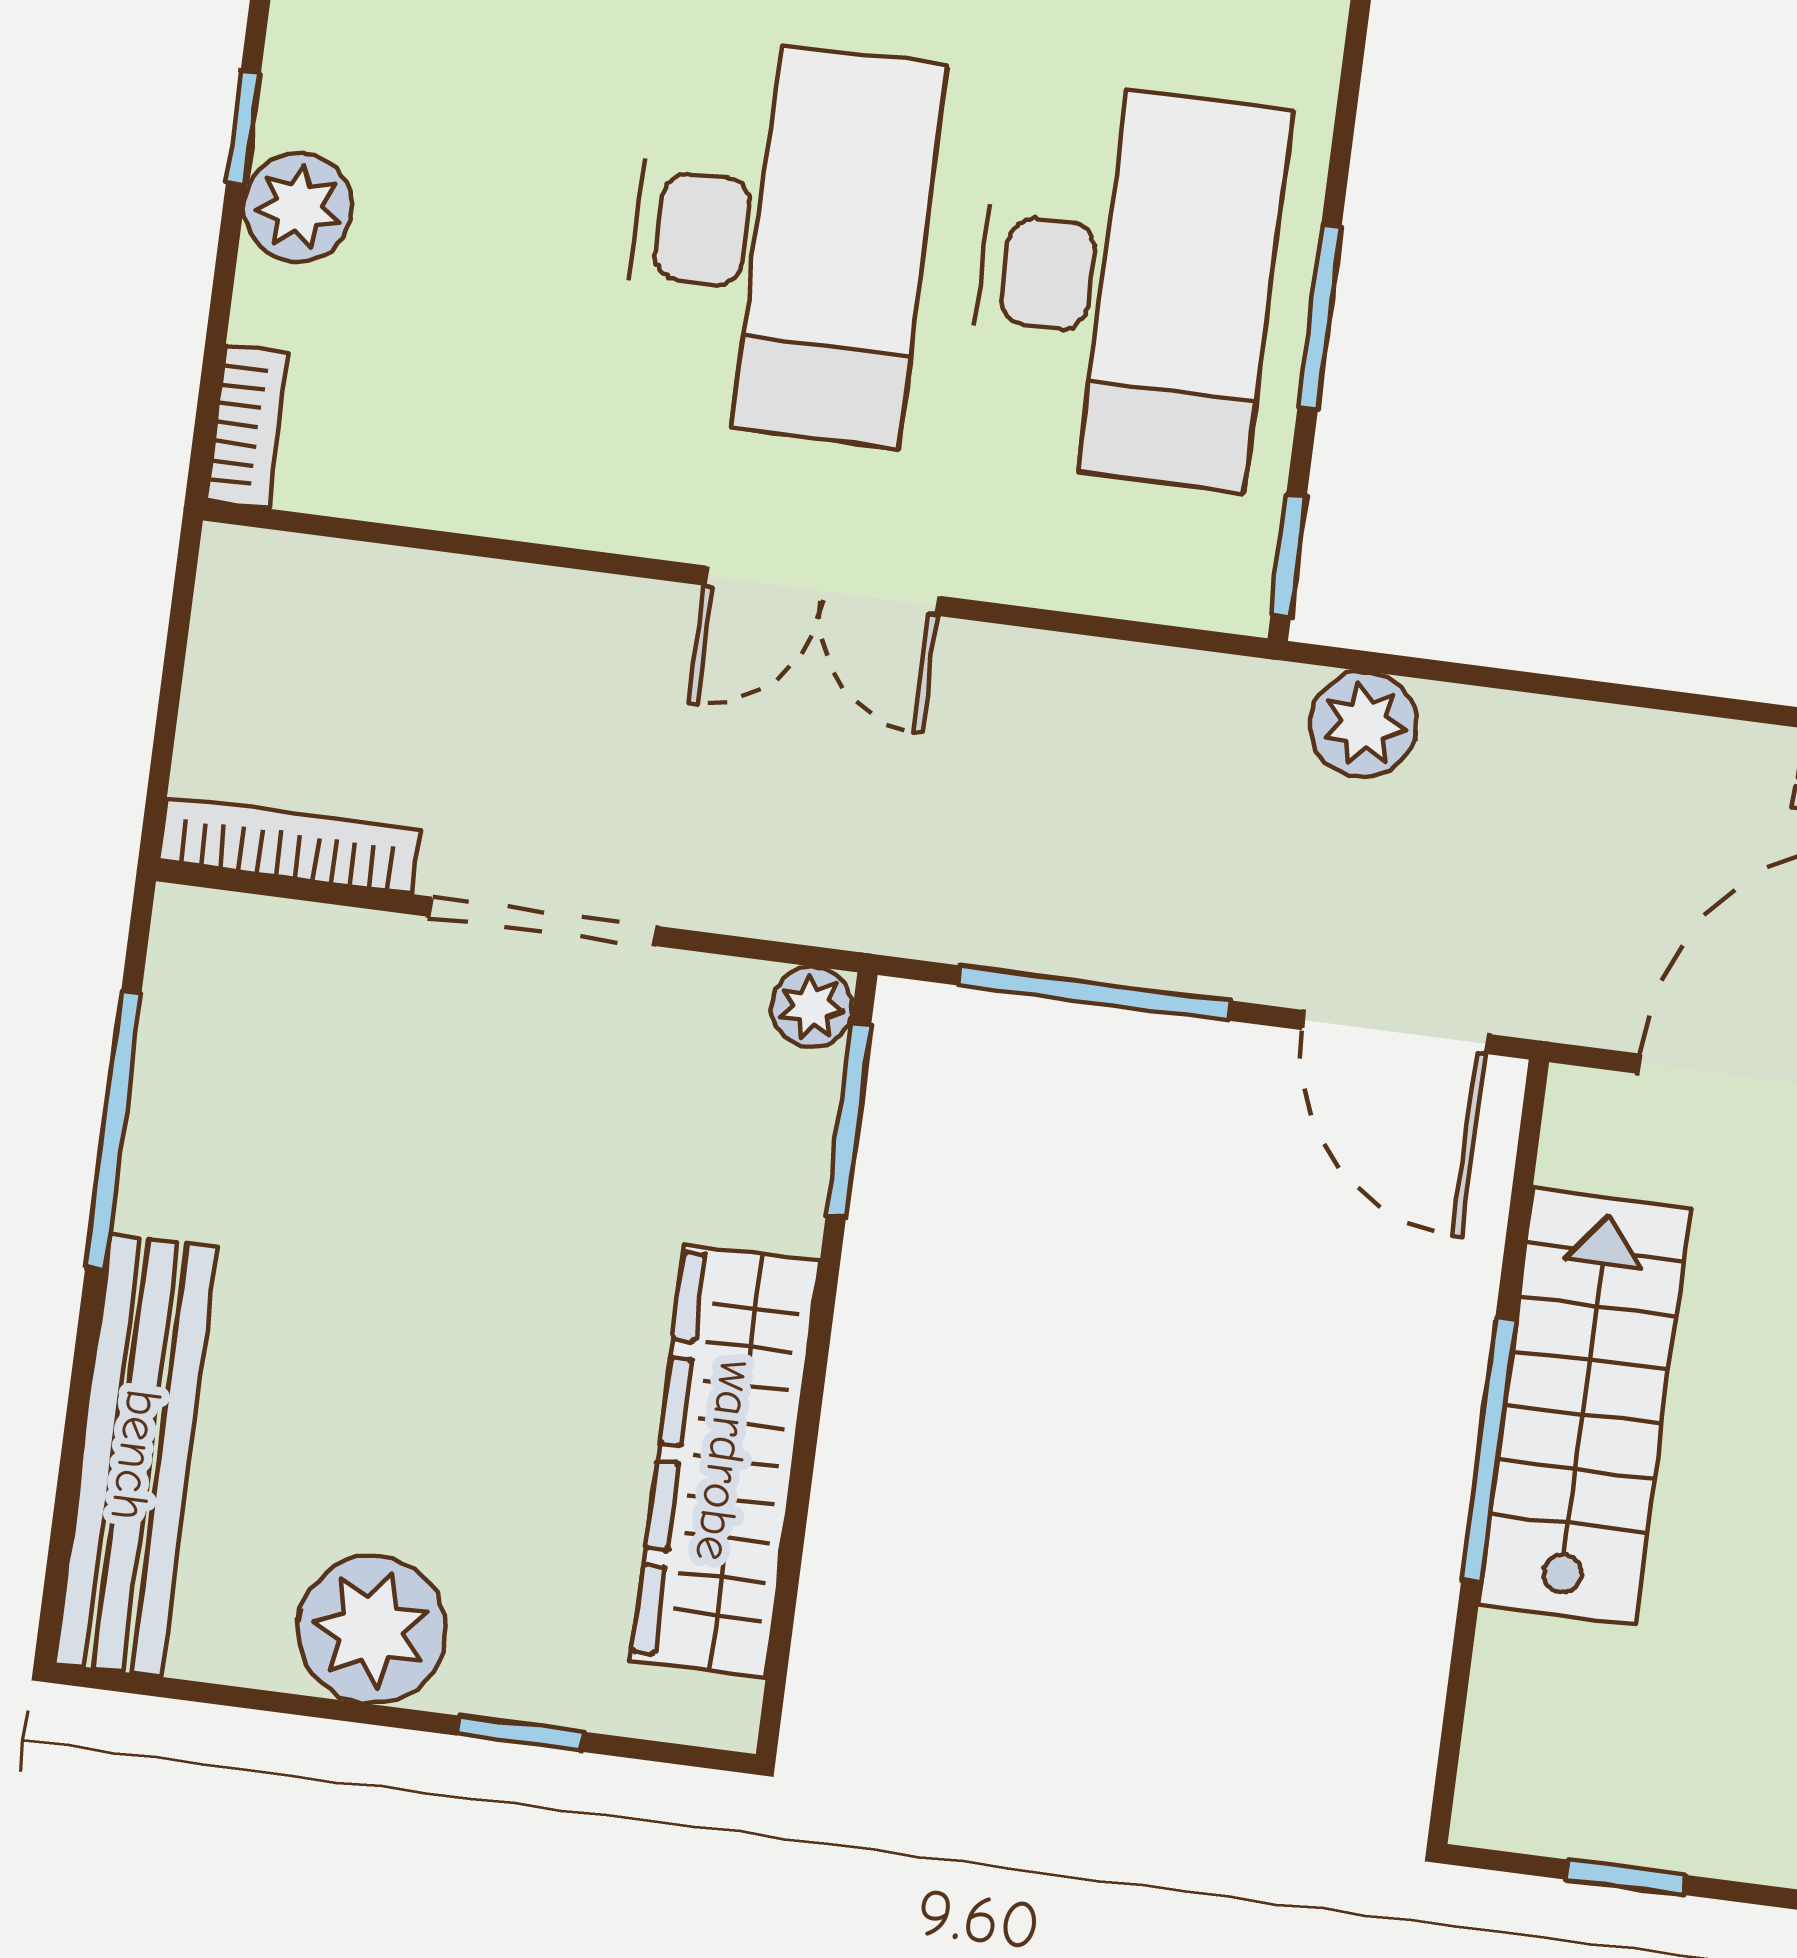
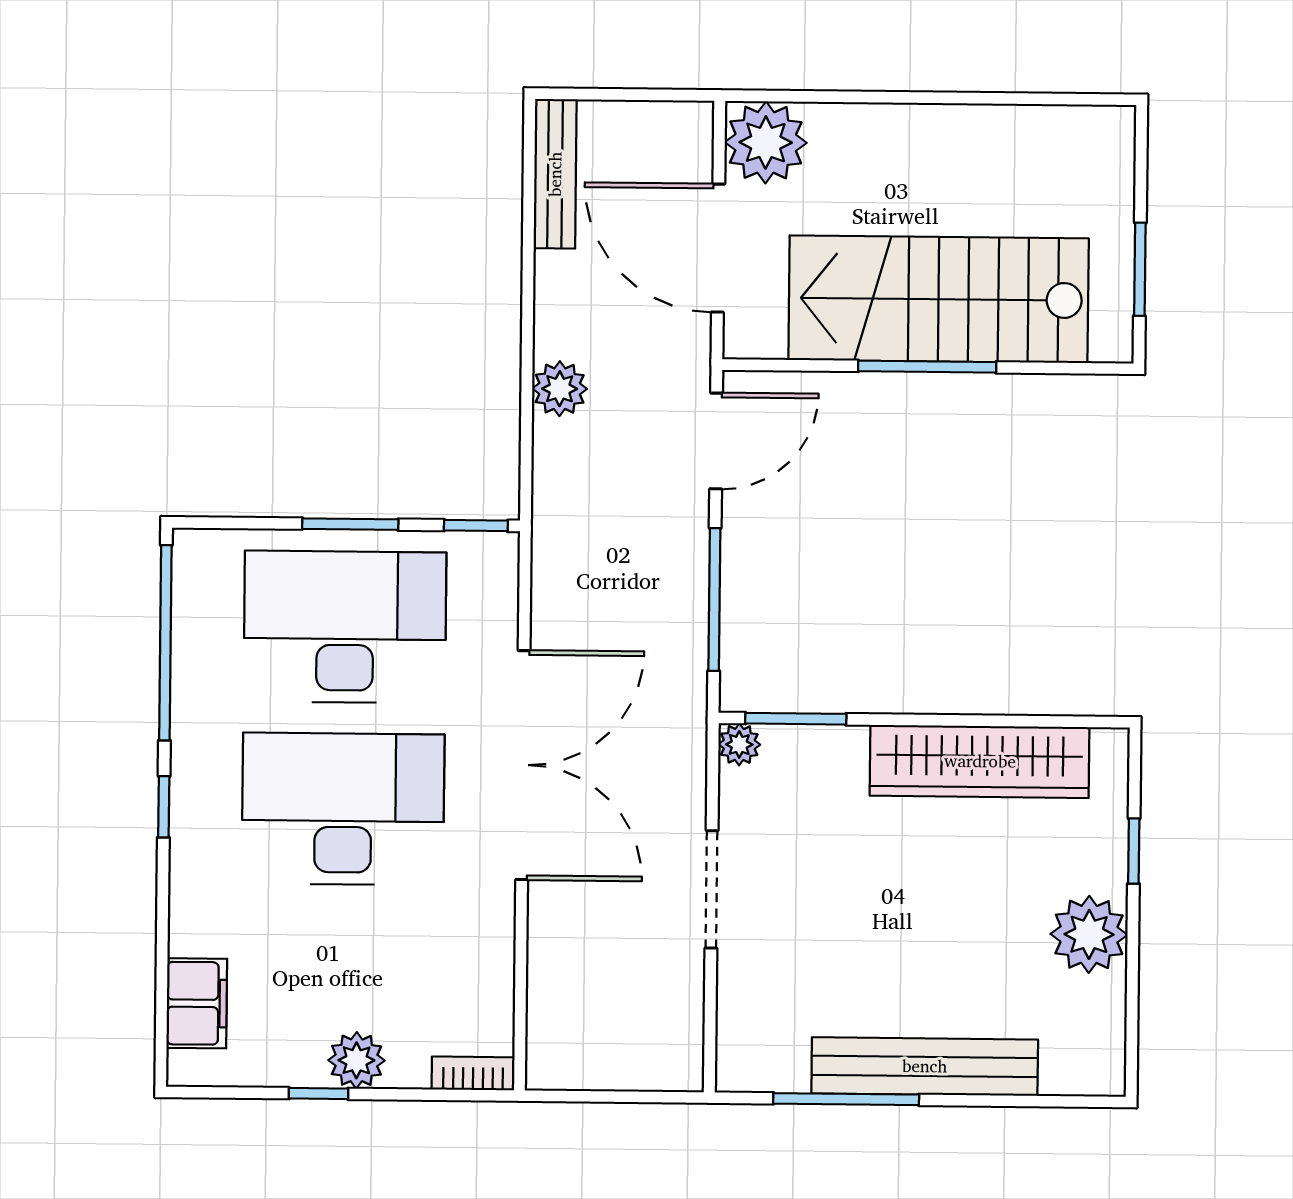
double door: (822, 591) -> (523, 765), width x1.87
plant: (1363, 725) -> (560, 389), moved
bookcase: (289, 845) -> (688, 1026), removed
stairs: (1584, 1406) -> (939, 299), width x1.36, depth x1.51
bench: (136, 1455) -> (925, 1066), moved
window: (1625, 1877) -> (1140, 269), width x1.50

